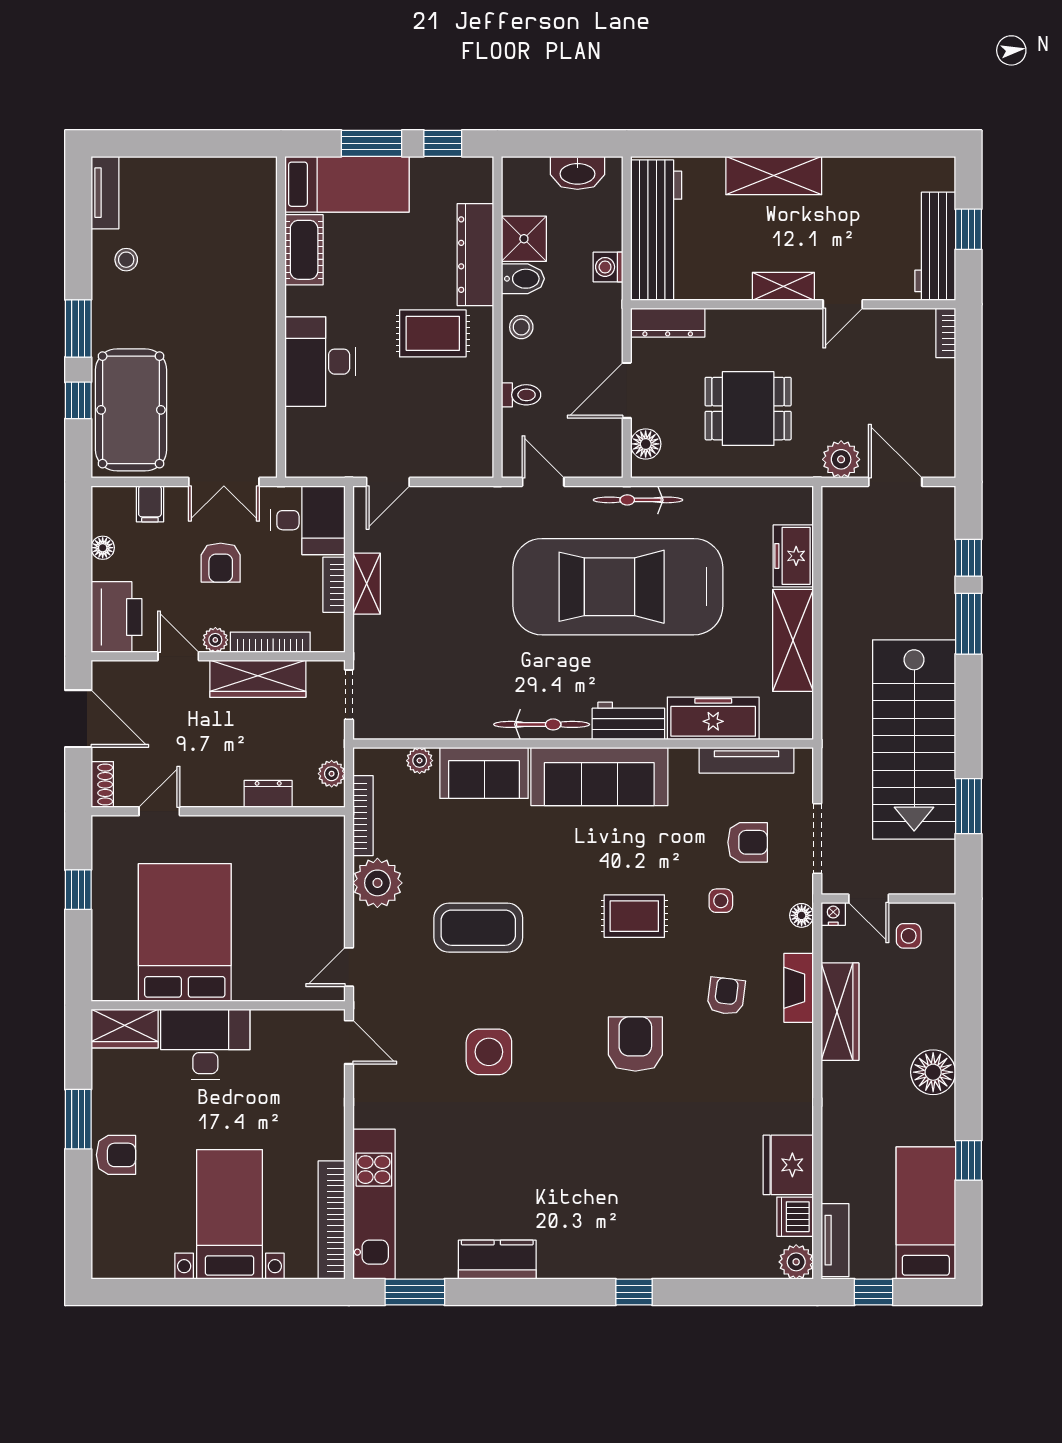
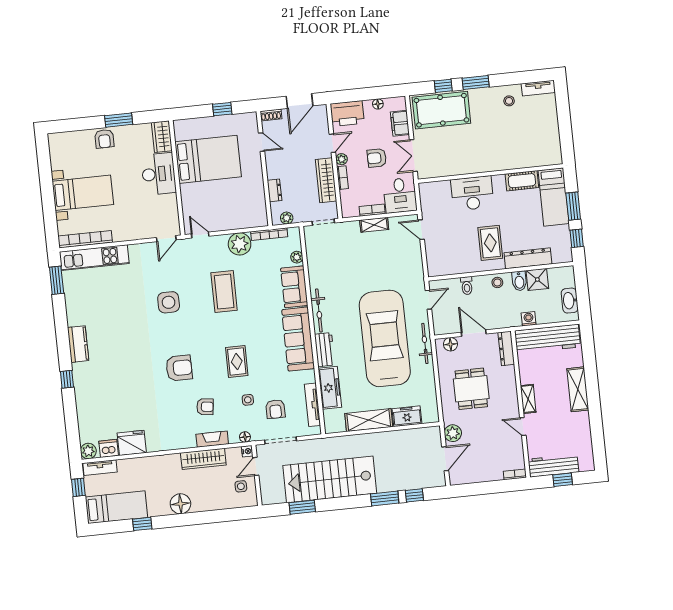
filing cabinet: (150, 504) -> (400, 123), width x2.00
bookcase: (270, 642) -> (342, 178), width x0.64
kitchen counter: (497, 1260) -> (78, 344), moved

